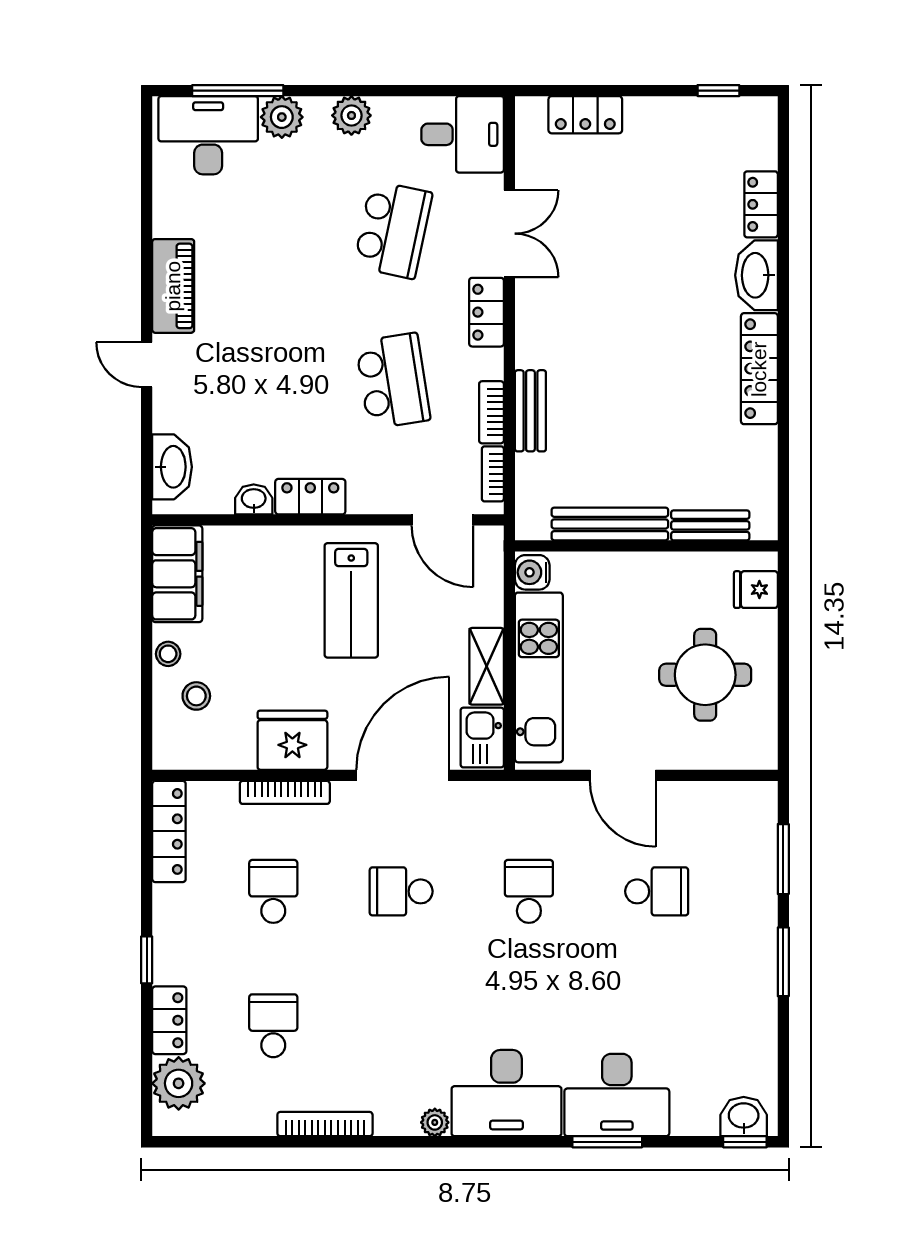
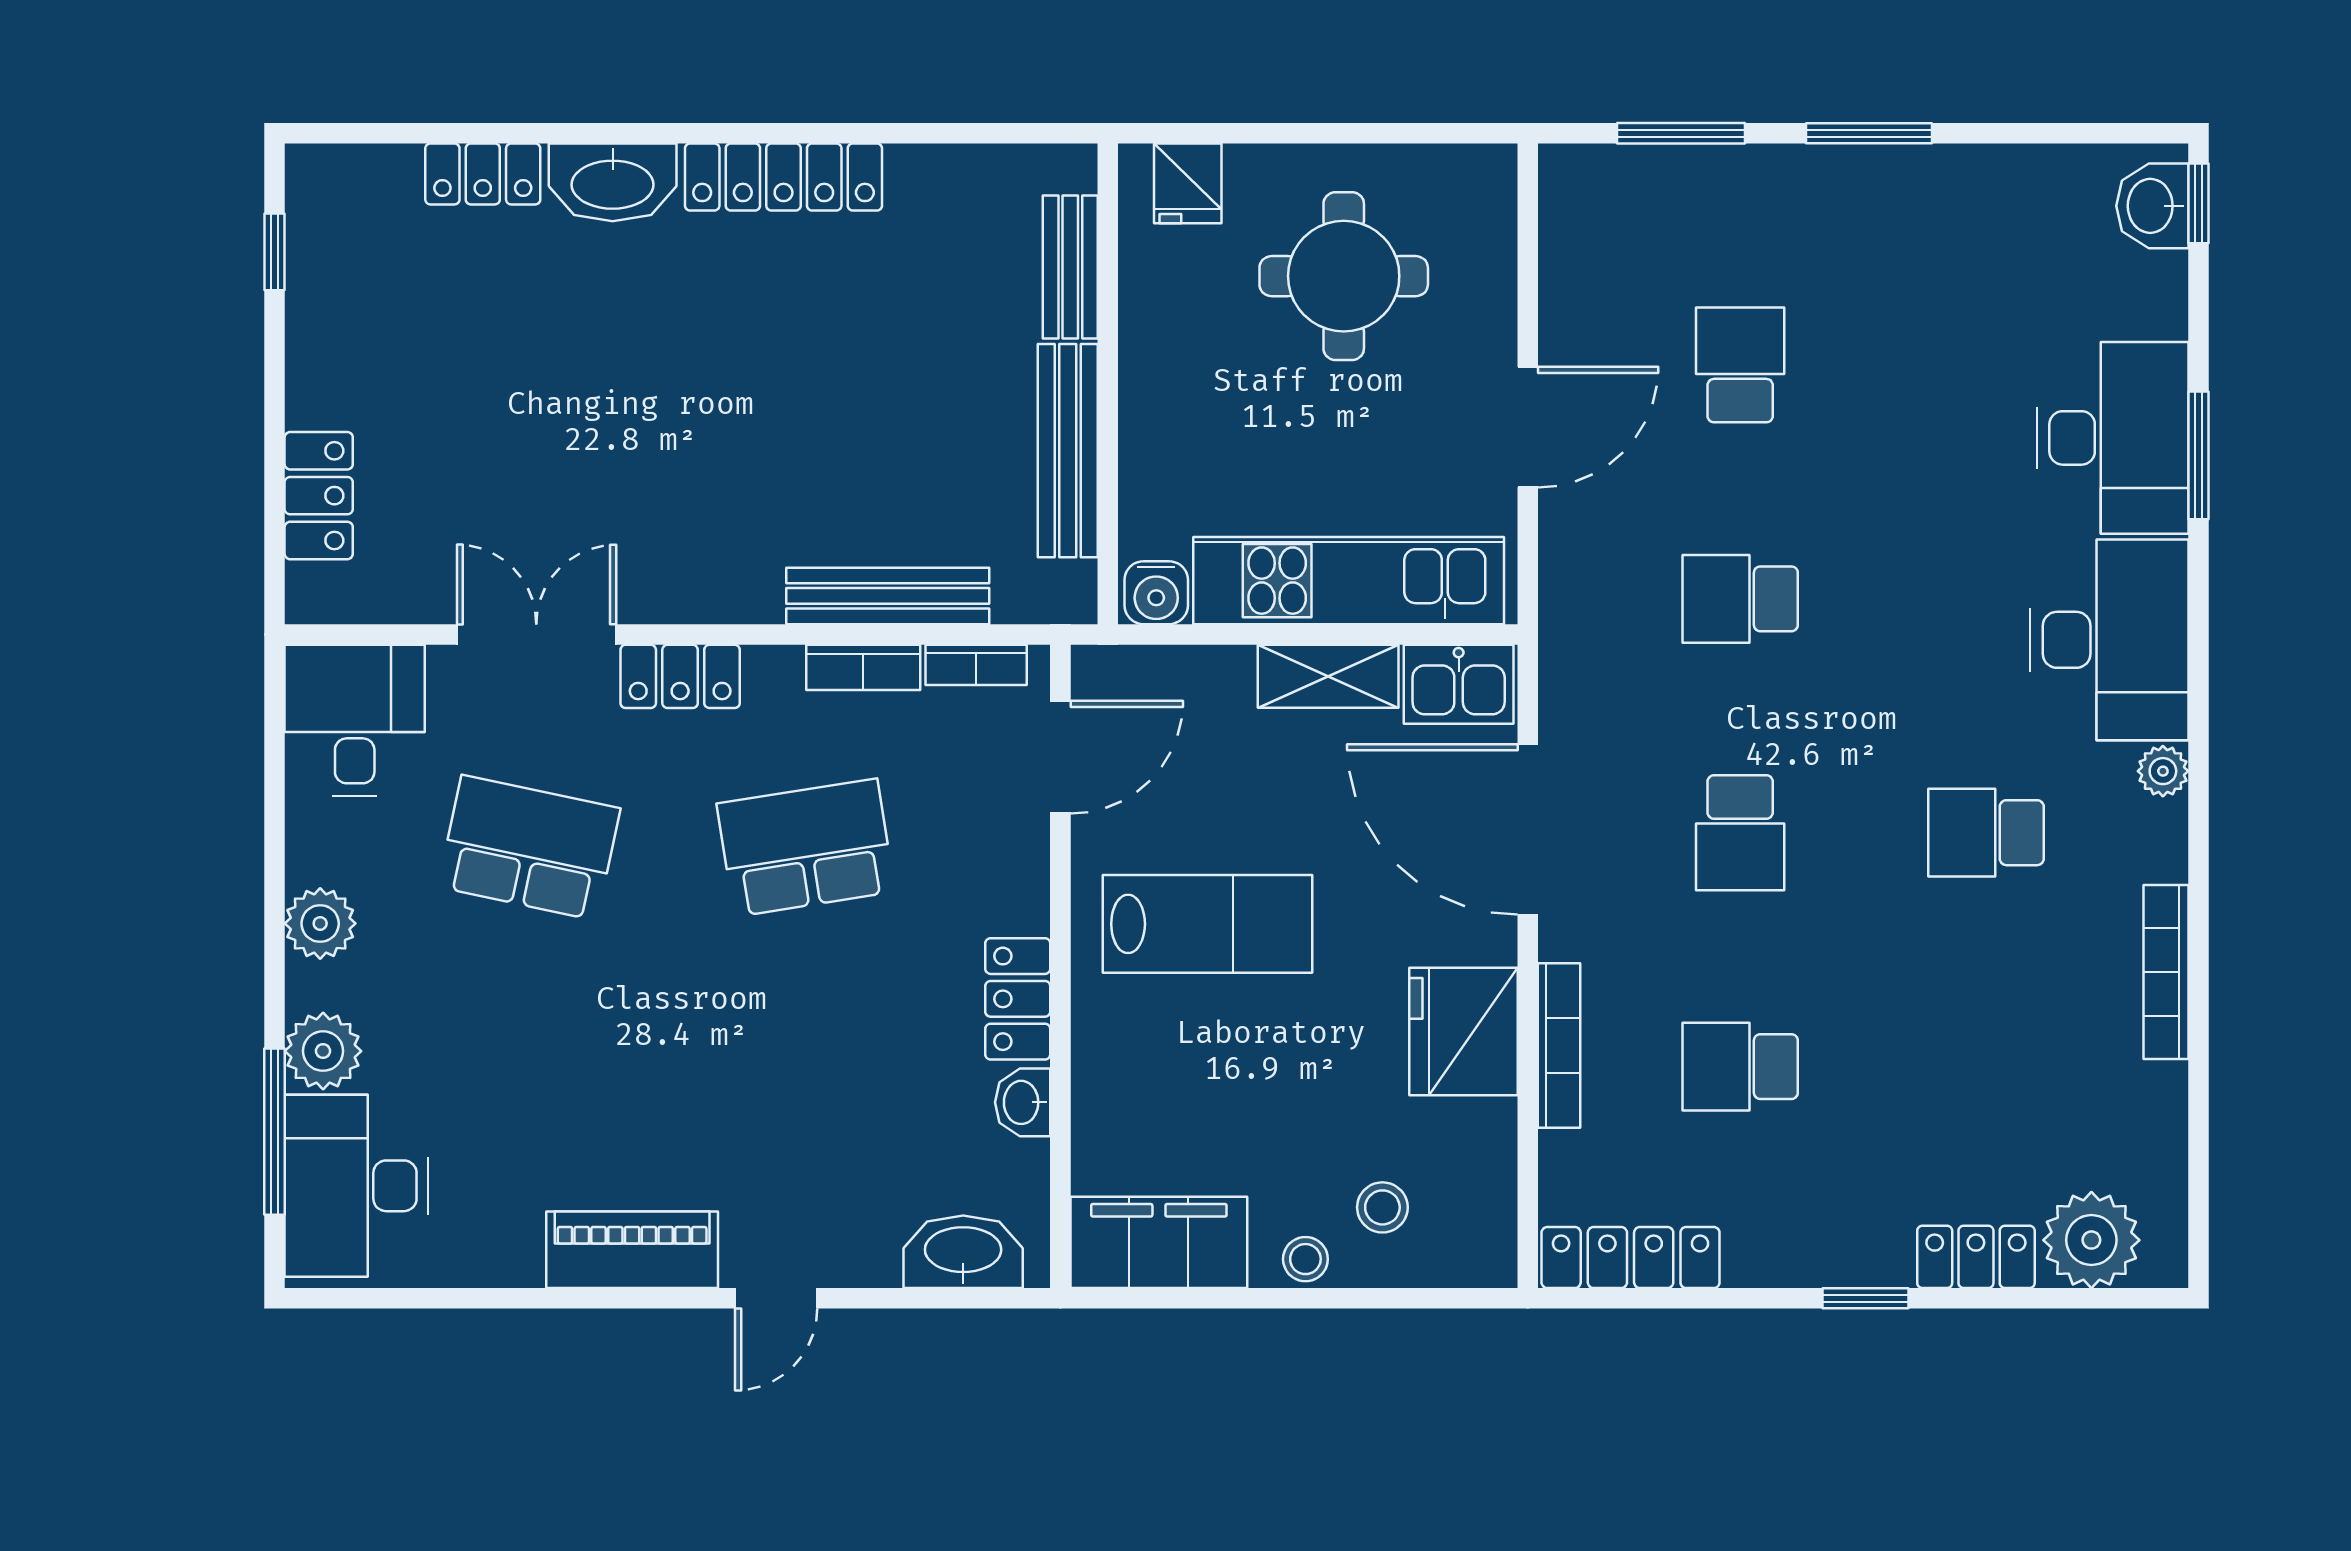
bench: (530, 411) -> (888, 596), width x1.36
school desk: (273, 1026) -> (1986, 833), moved

